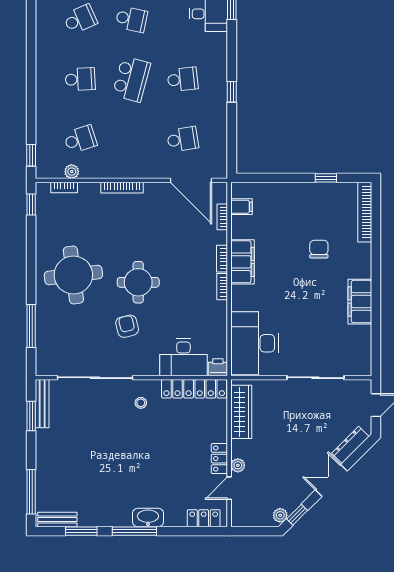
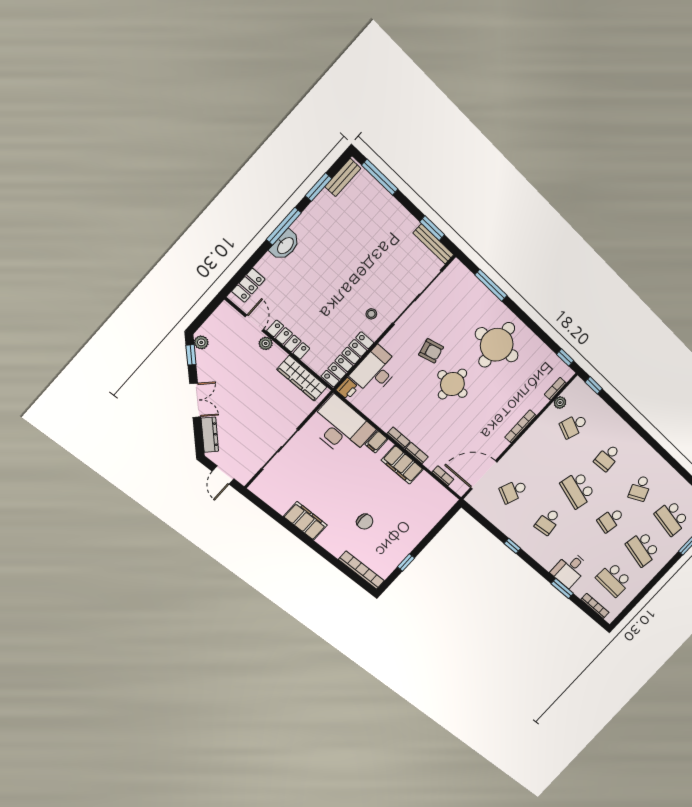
school desk: (80, 139) -> (574, 426), turned 39
school desk: (183, 139) -> (513, 491), turned 33
filing cabinet: (241, 207) -> (376, 442), moved
locker: (219, 459) -> (288, 340), width x1.53

